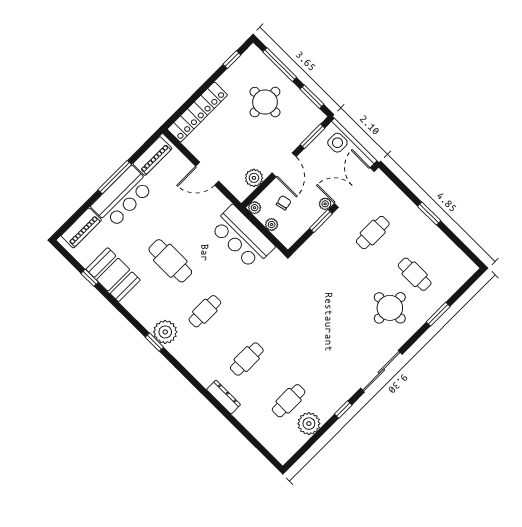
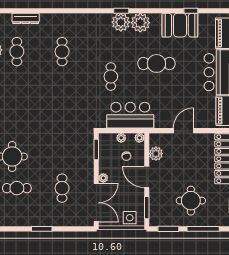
window: (321, 221) -> (96, 150), moved
cafe table: (205, 311) -> (111, 77), moved
plant: (148, 313) -> (140, 23), added
dresser: (224, 397) -> (26, 18), moved

